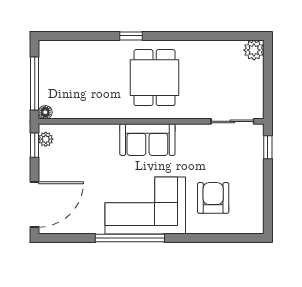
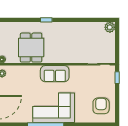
dining table: (155, 78) -> (31, 48), moved
armchair: (213, 198) -> (101, 106), moved

